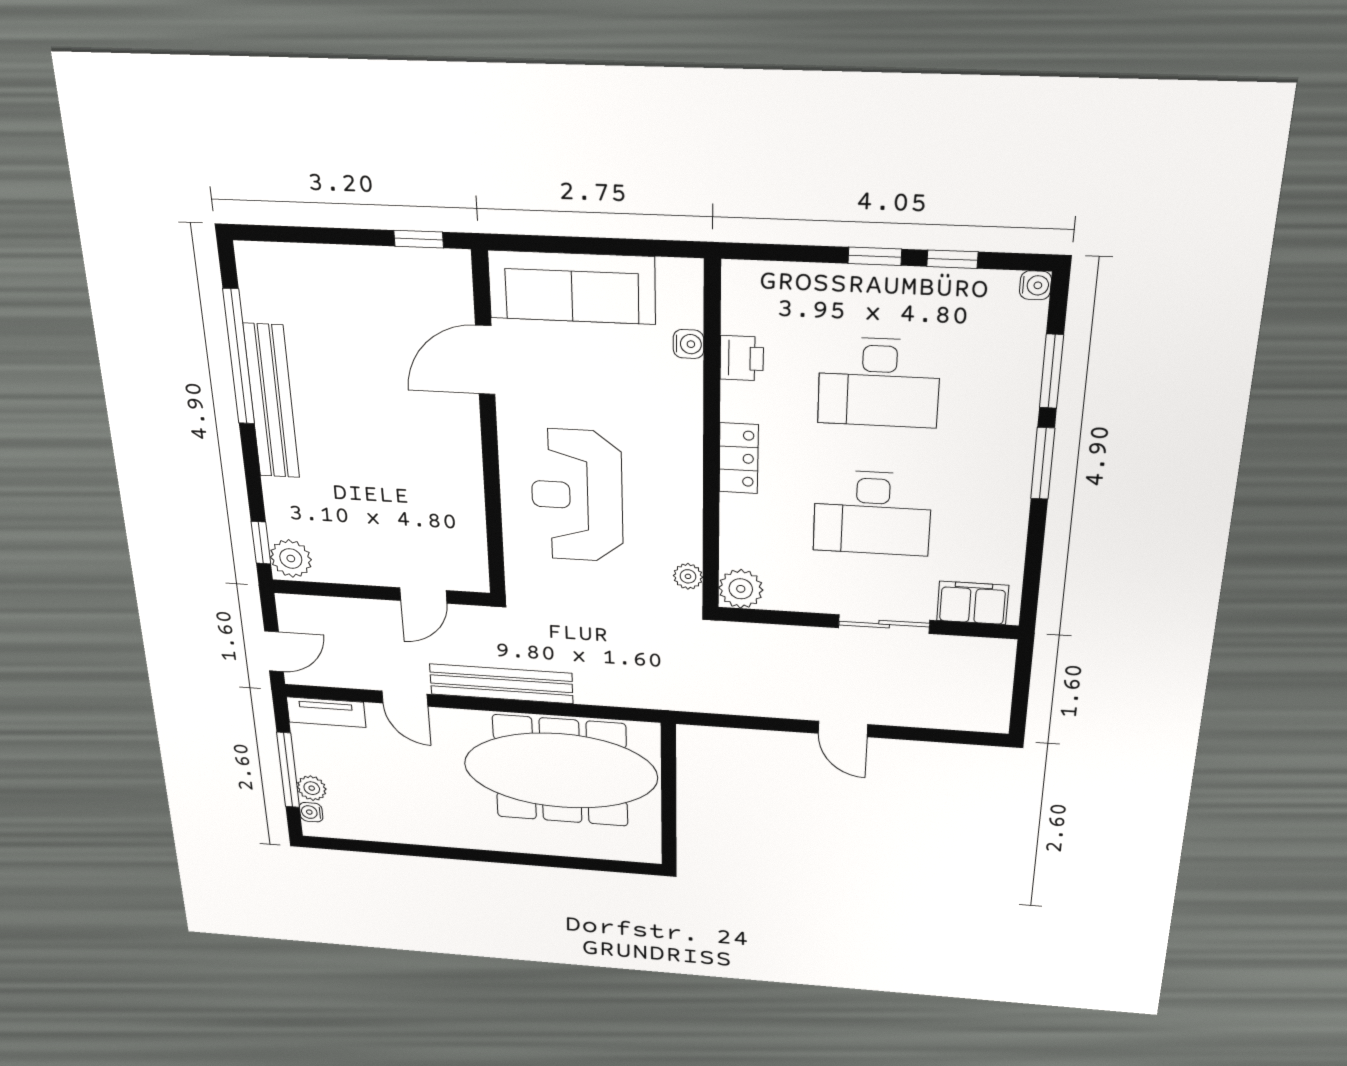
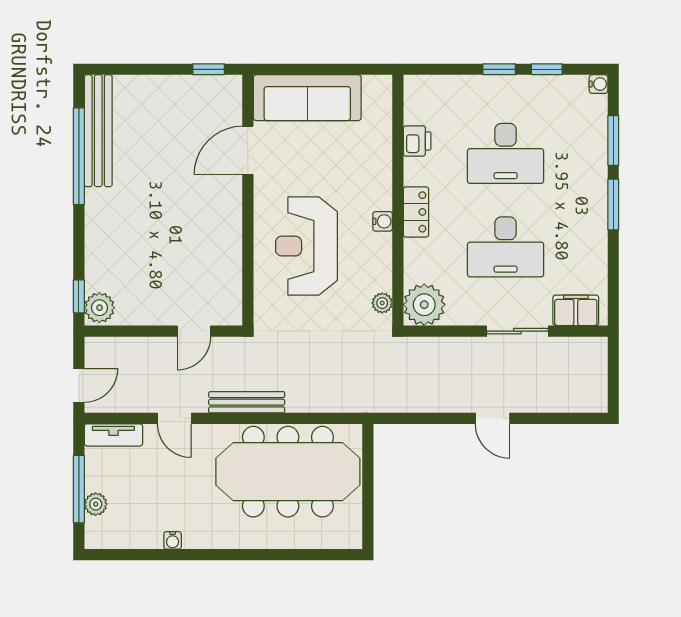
water cooler: (688, 344) -> (383, 221), moved
bench: (271, 402) -> (98, 131), moved
plant: (741, 589) -> (424, 305), width x1.36, depth x1.36
bench: (501, 684) -> (247, 402), width x0.73, depth x0.82
water cooler: (311, 812) -> (173, 540), moved, turned -90

